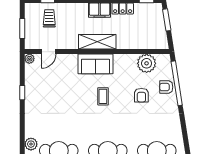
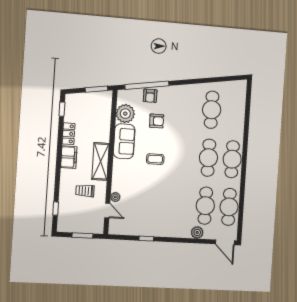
trolley: (49, 18) -> (85, 191), moved
window: (167, 20) -> (96, 89), moved
plant: (29, 59) -> (115, 197), moved
sofa: (95, 64) -> (124, 141), moved

